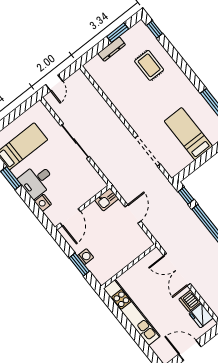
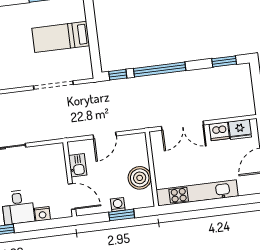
kitchen sink: (107, 199) -> (78, 165), moved
door: (133, 214) -> (105, 135), swing flipped
boiler: (116, 261) -> (140, 178), added

